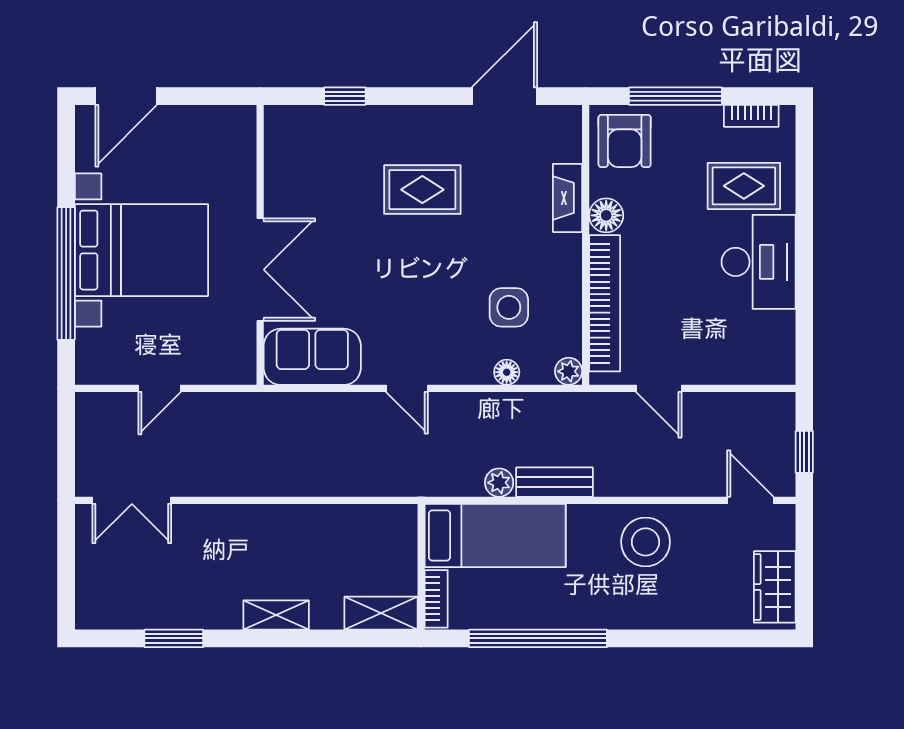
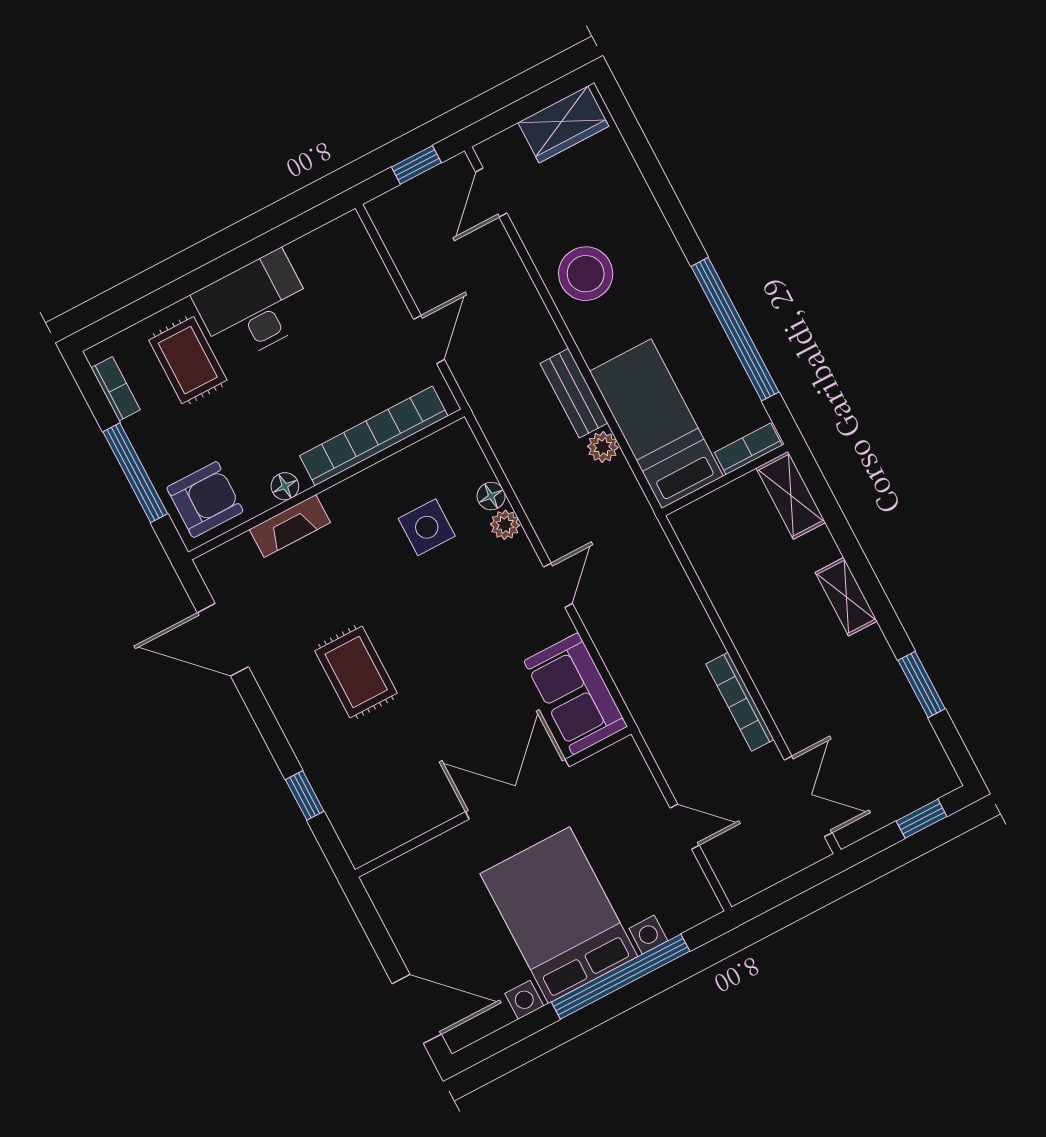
floor lamp: (606, 215) -> (285, 486), width x0.73, depth x0.73
plant: (569, 371) -> (505, 525), moved
bookcase: (237, 485) -> (740, 702), added
window: (66, 582) -> (921, 819), added

